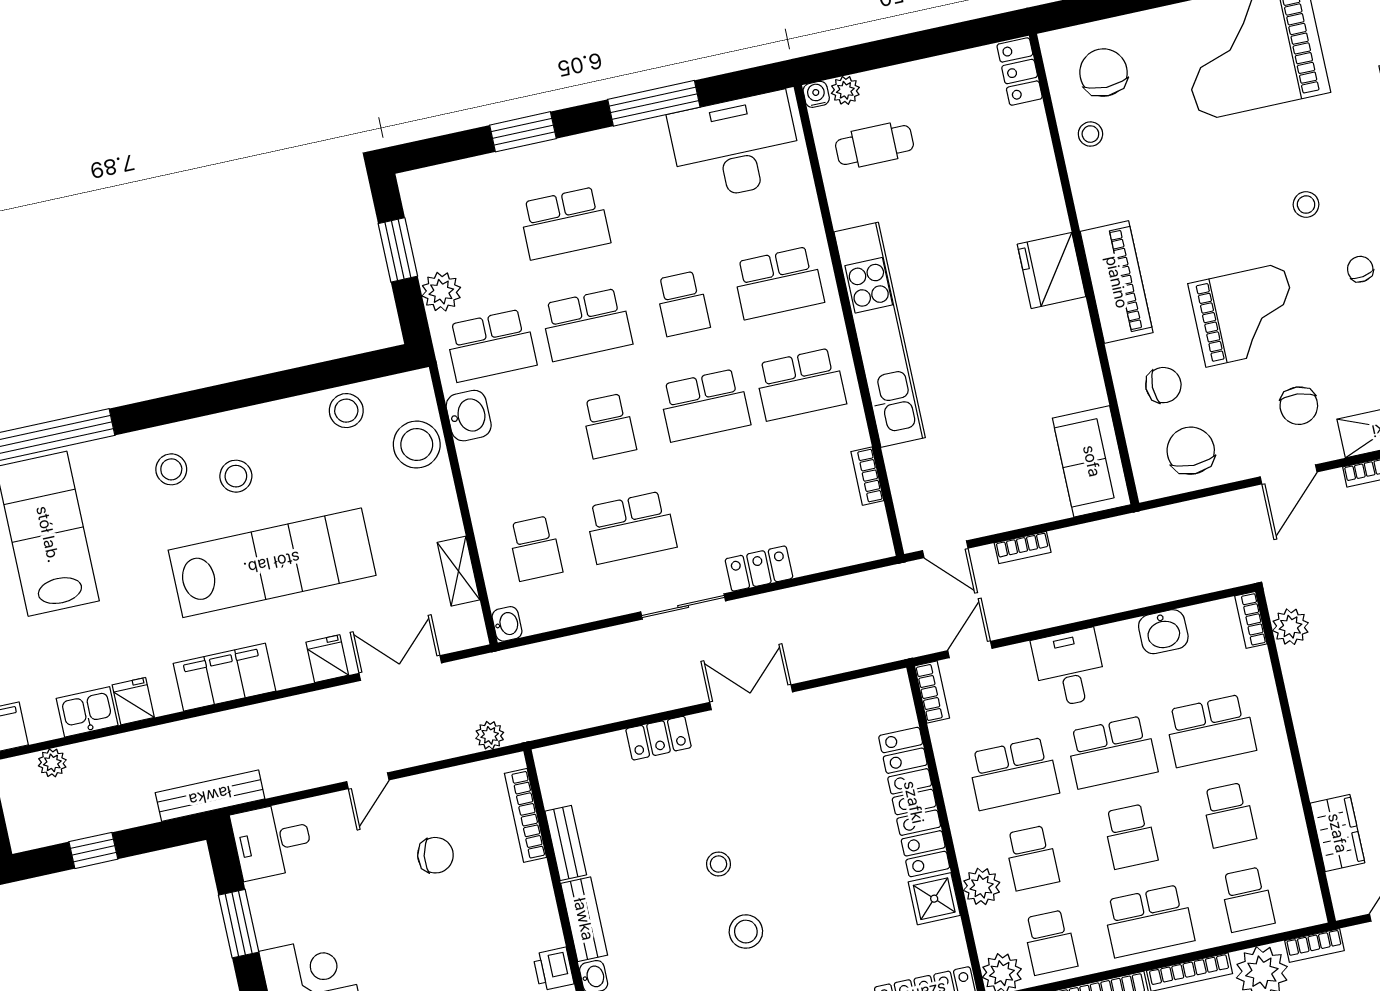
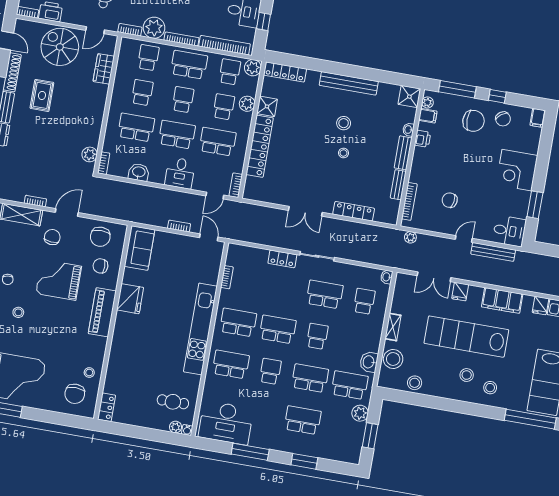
fridge: (1051, 270) -> (130, 299), moved
shelving: (459, 571) -> (393, 327), moved
locker: (658, 738) -> (354, 211), width x1.53
bench: (210, 796) -> (493, 252), moved

